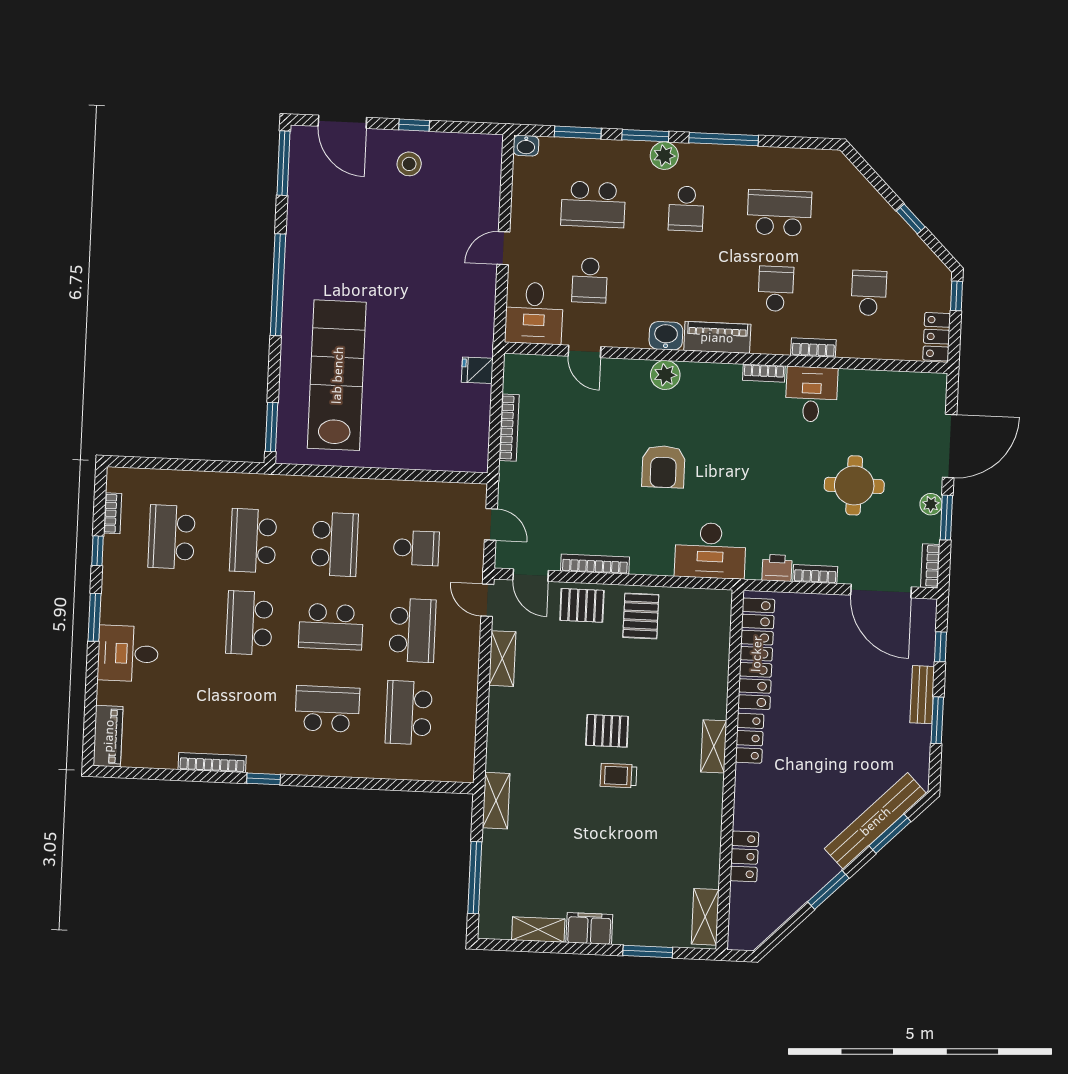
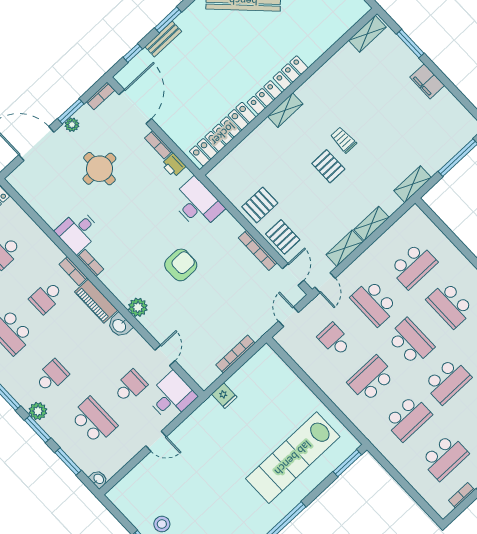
bookcase: (813, 347) -> (73, 271), moved
school desk: (412, 630) -> (374, 303), turned -90
trolley: (618, 776) -> (343, 140), turned 180
locker: (744, 856) -> (291, 73), moved
shelving: (538, 930) -> (372, 224), moved, turned 90

